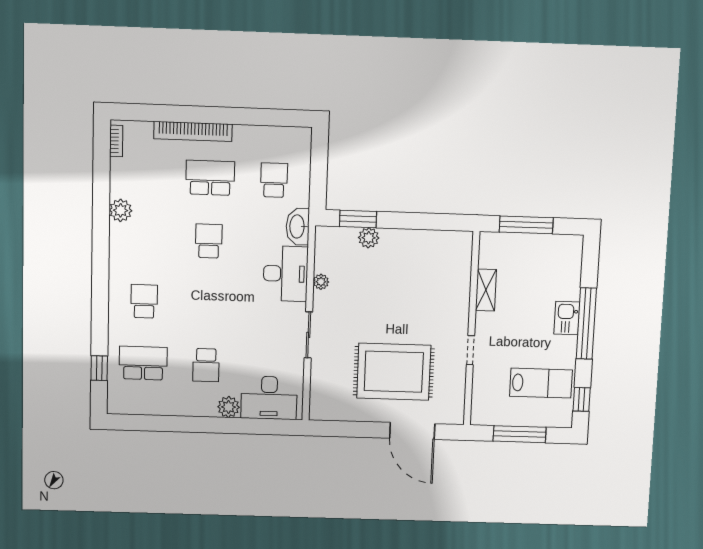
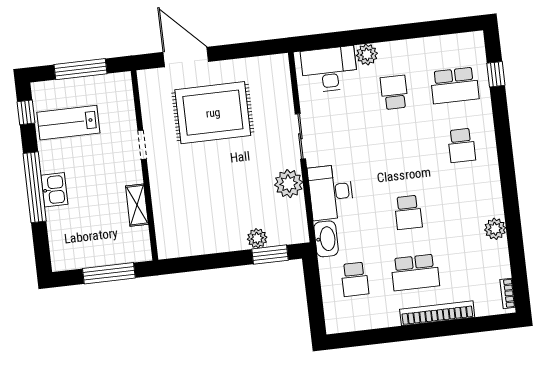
plant: (321, 282) -> (289, 184), width x1.88, depth x1.88

